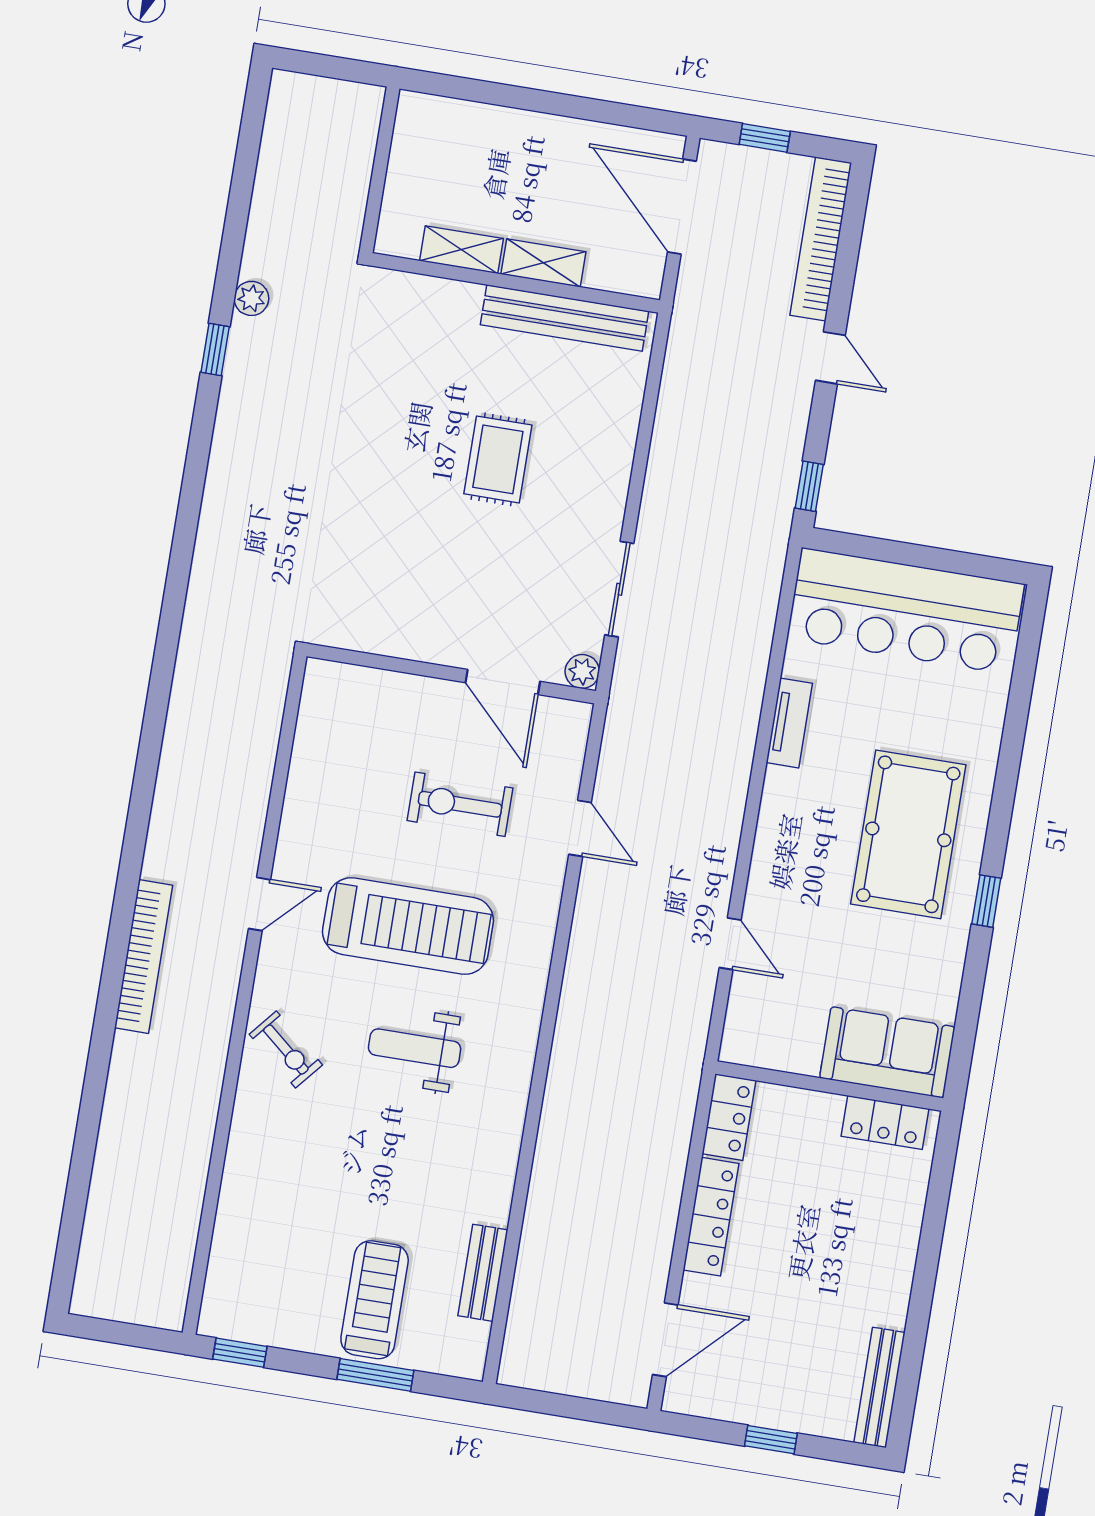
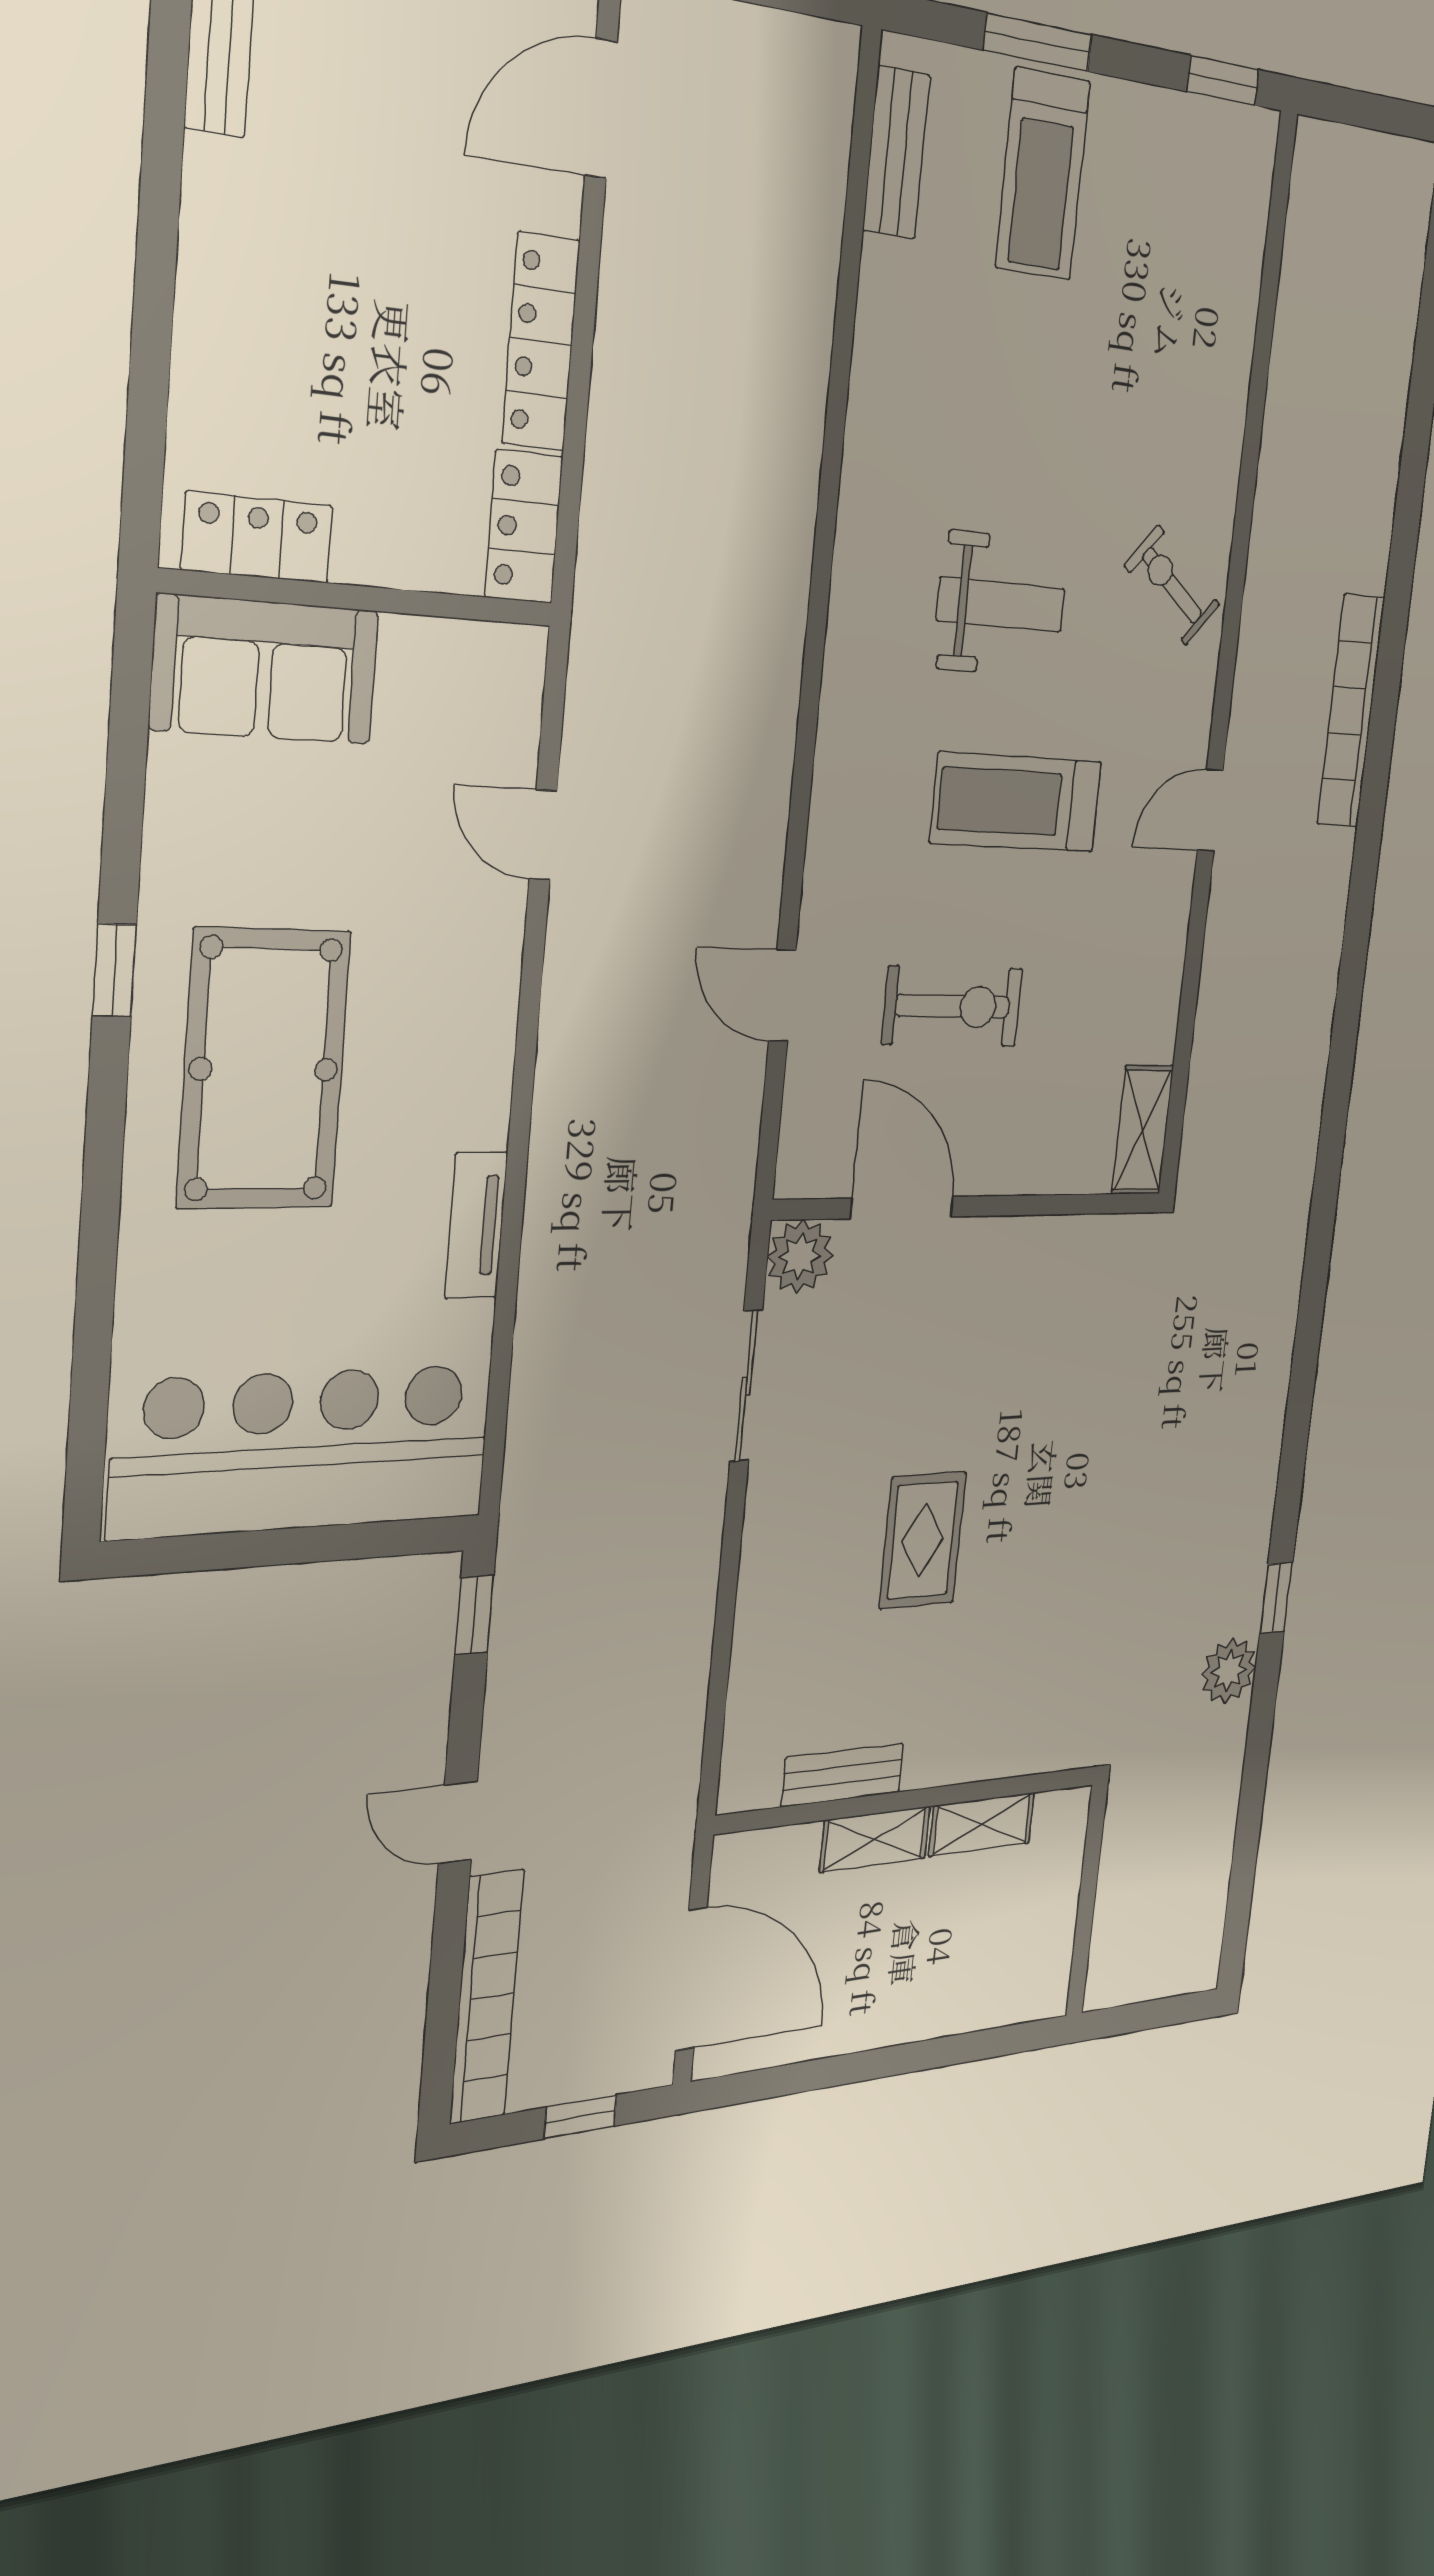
plant: (251, 298) -> (1229, 1671), width x1.38, depth x1.38
bench: (565, 318) -> (843, 1775), width x0.54, depth x0.82
plant: (582, 671) -> (800, 1256), width x1.38, depth x1.38
shelving: (318, 701) -> (1143, 1130), added
treadmill: (408, 926) -> (1016, 802), width x0.73, depth x0.73
bench: (483, 1273) -> (896, 153), moved

